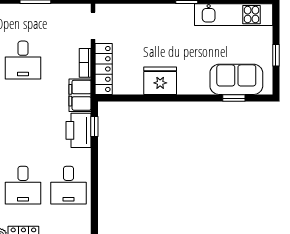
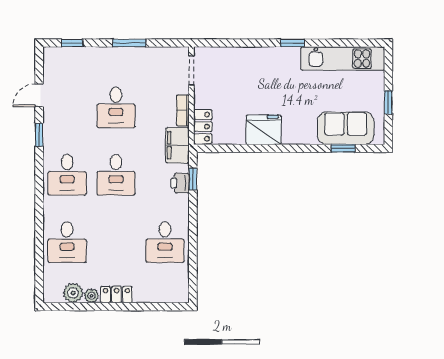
locker: (104, 69) -> (203, 127), width x0.66
printer: (79, 130) -> (180, 183), width x0.53, depth x0.68
desk: (23, 185) -> (116, 175), moved

